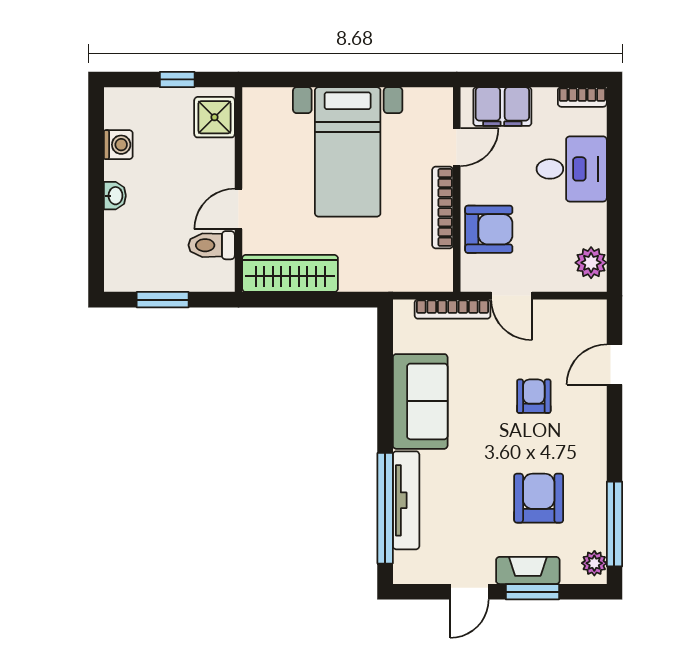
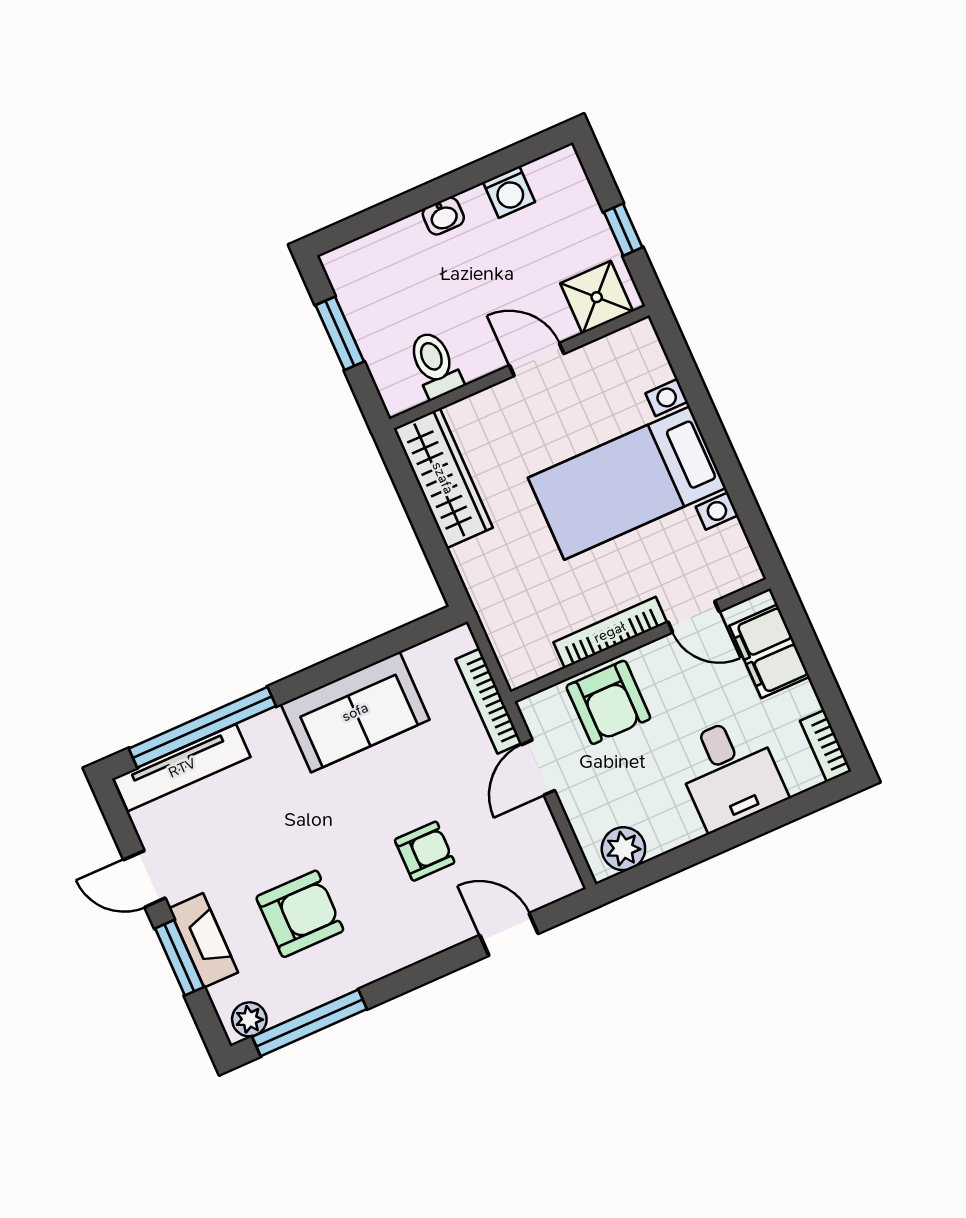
door: (238, 209) -> (537, 360), moved
tv unit: (406, 500) -> (182, 768), moved

